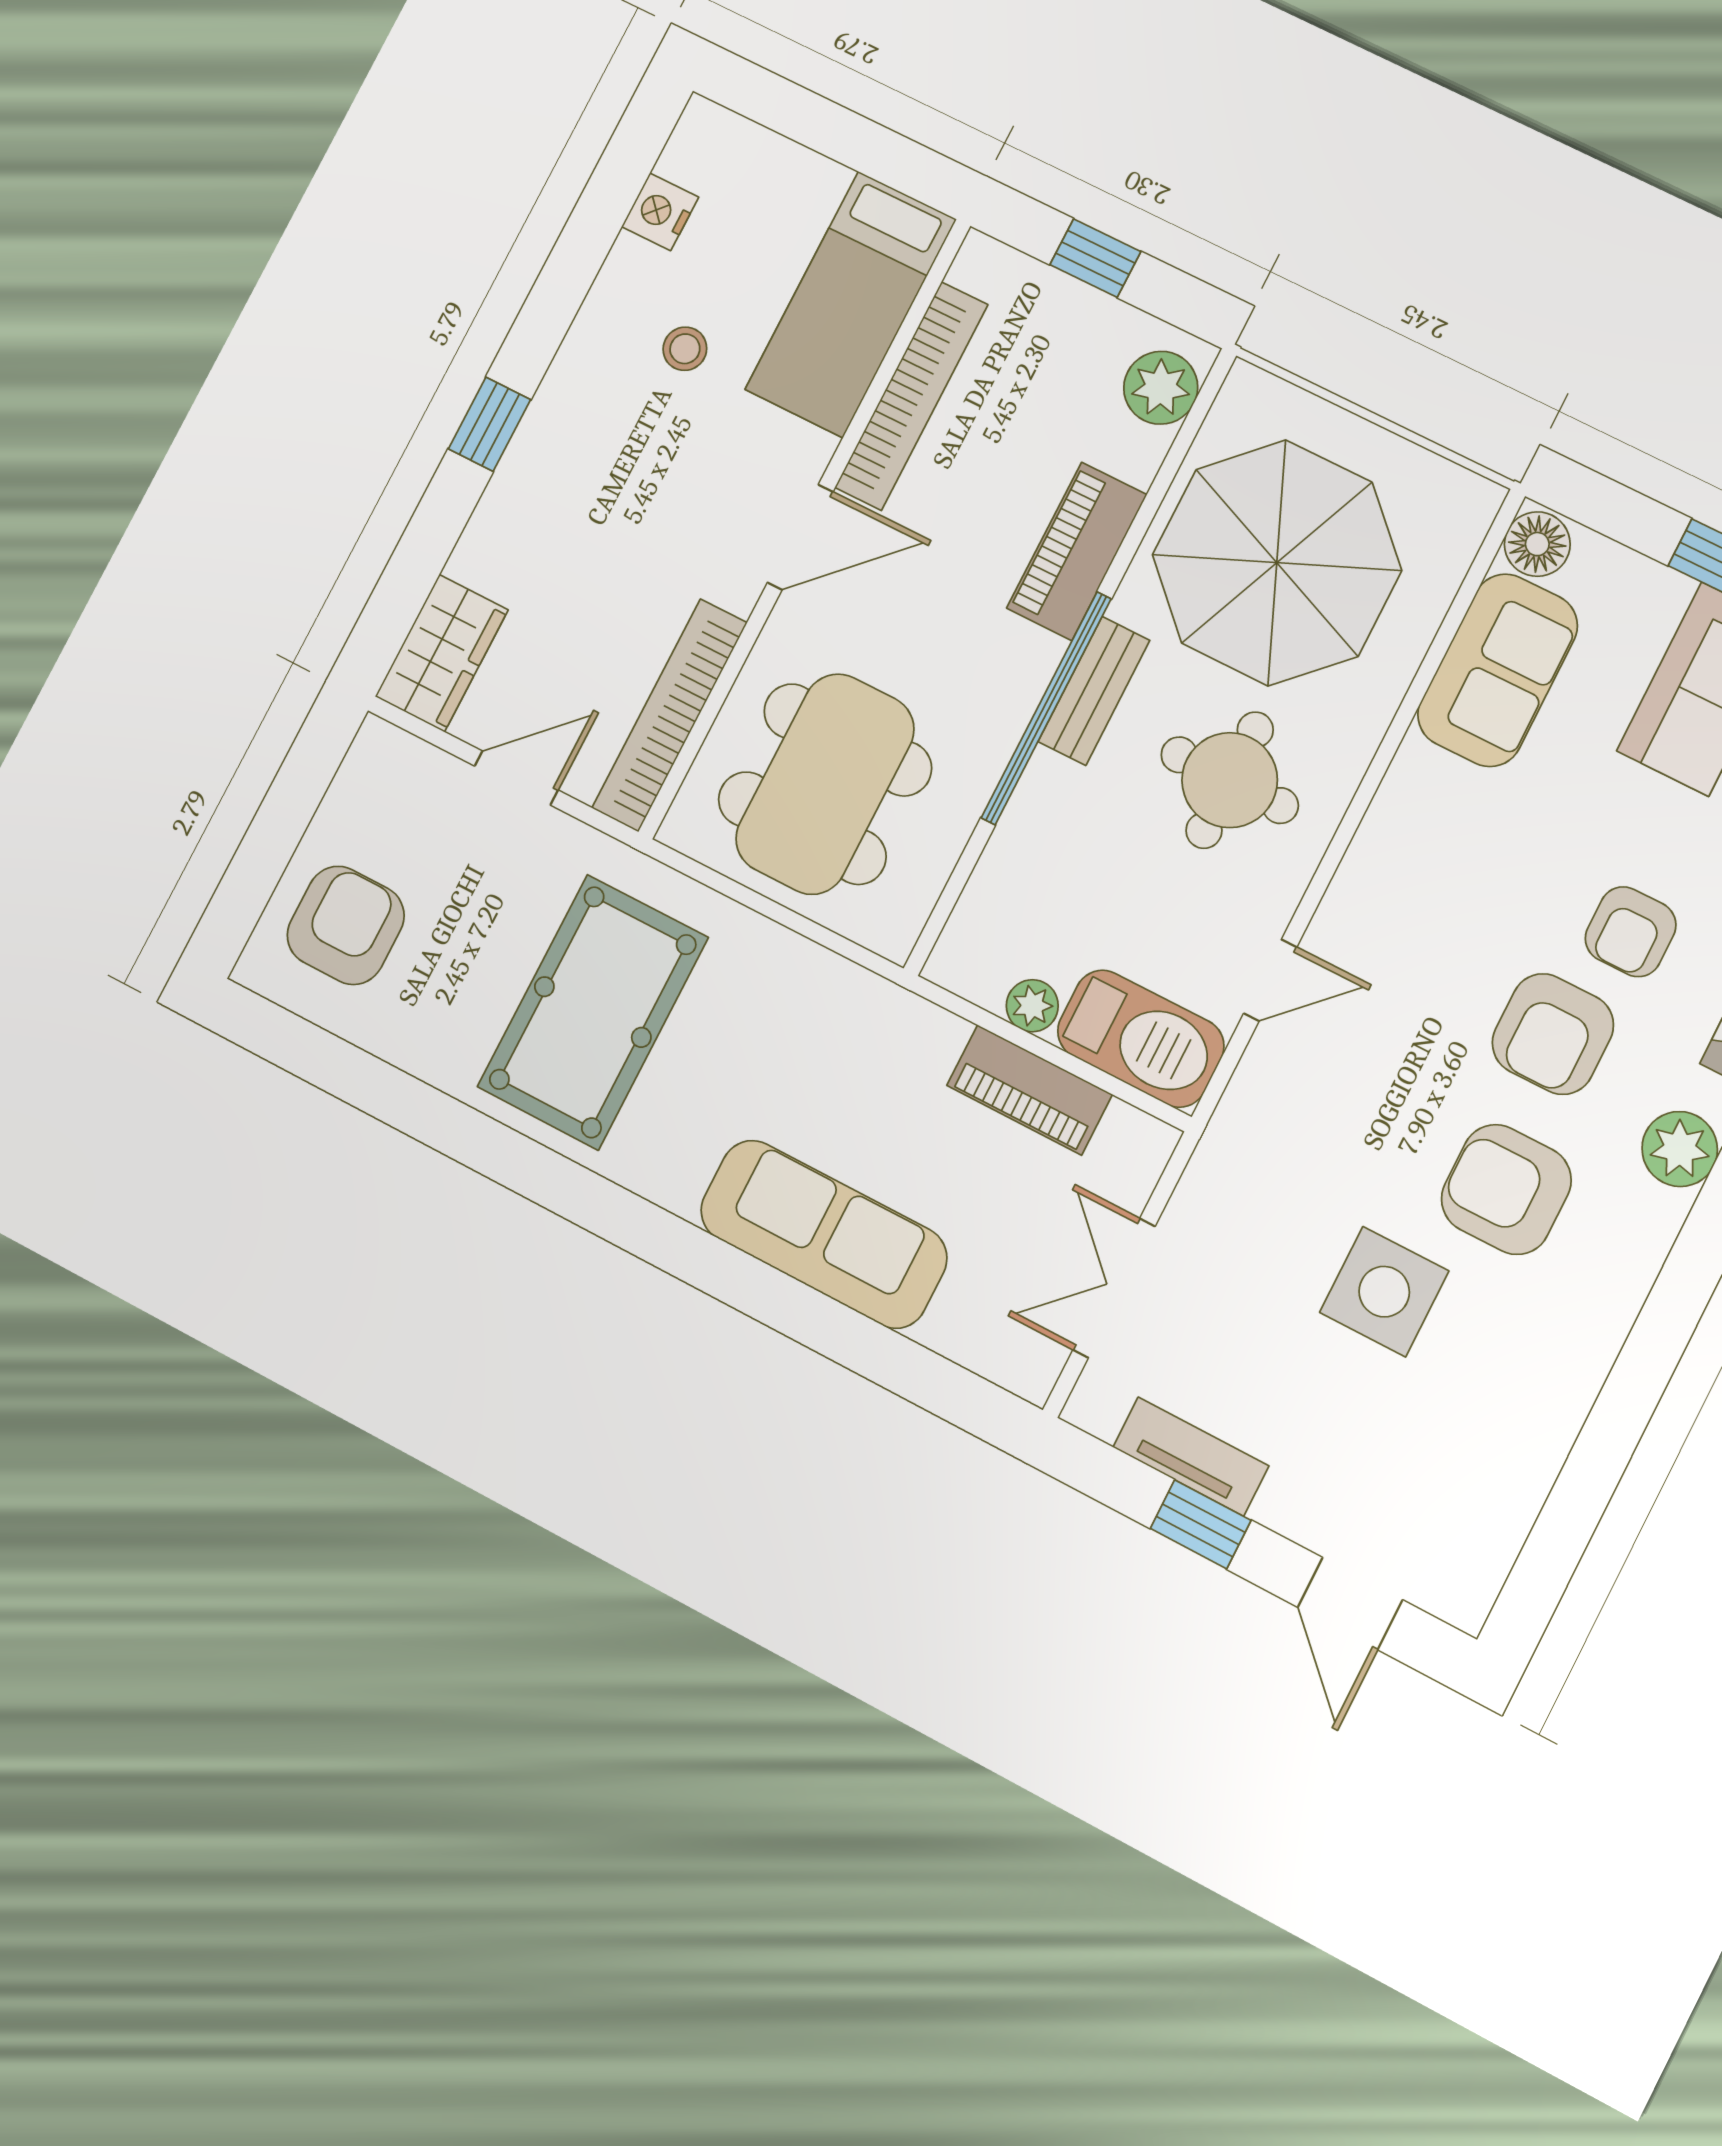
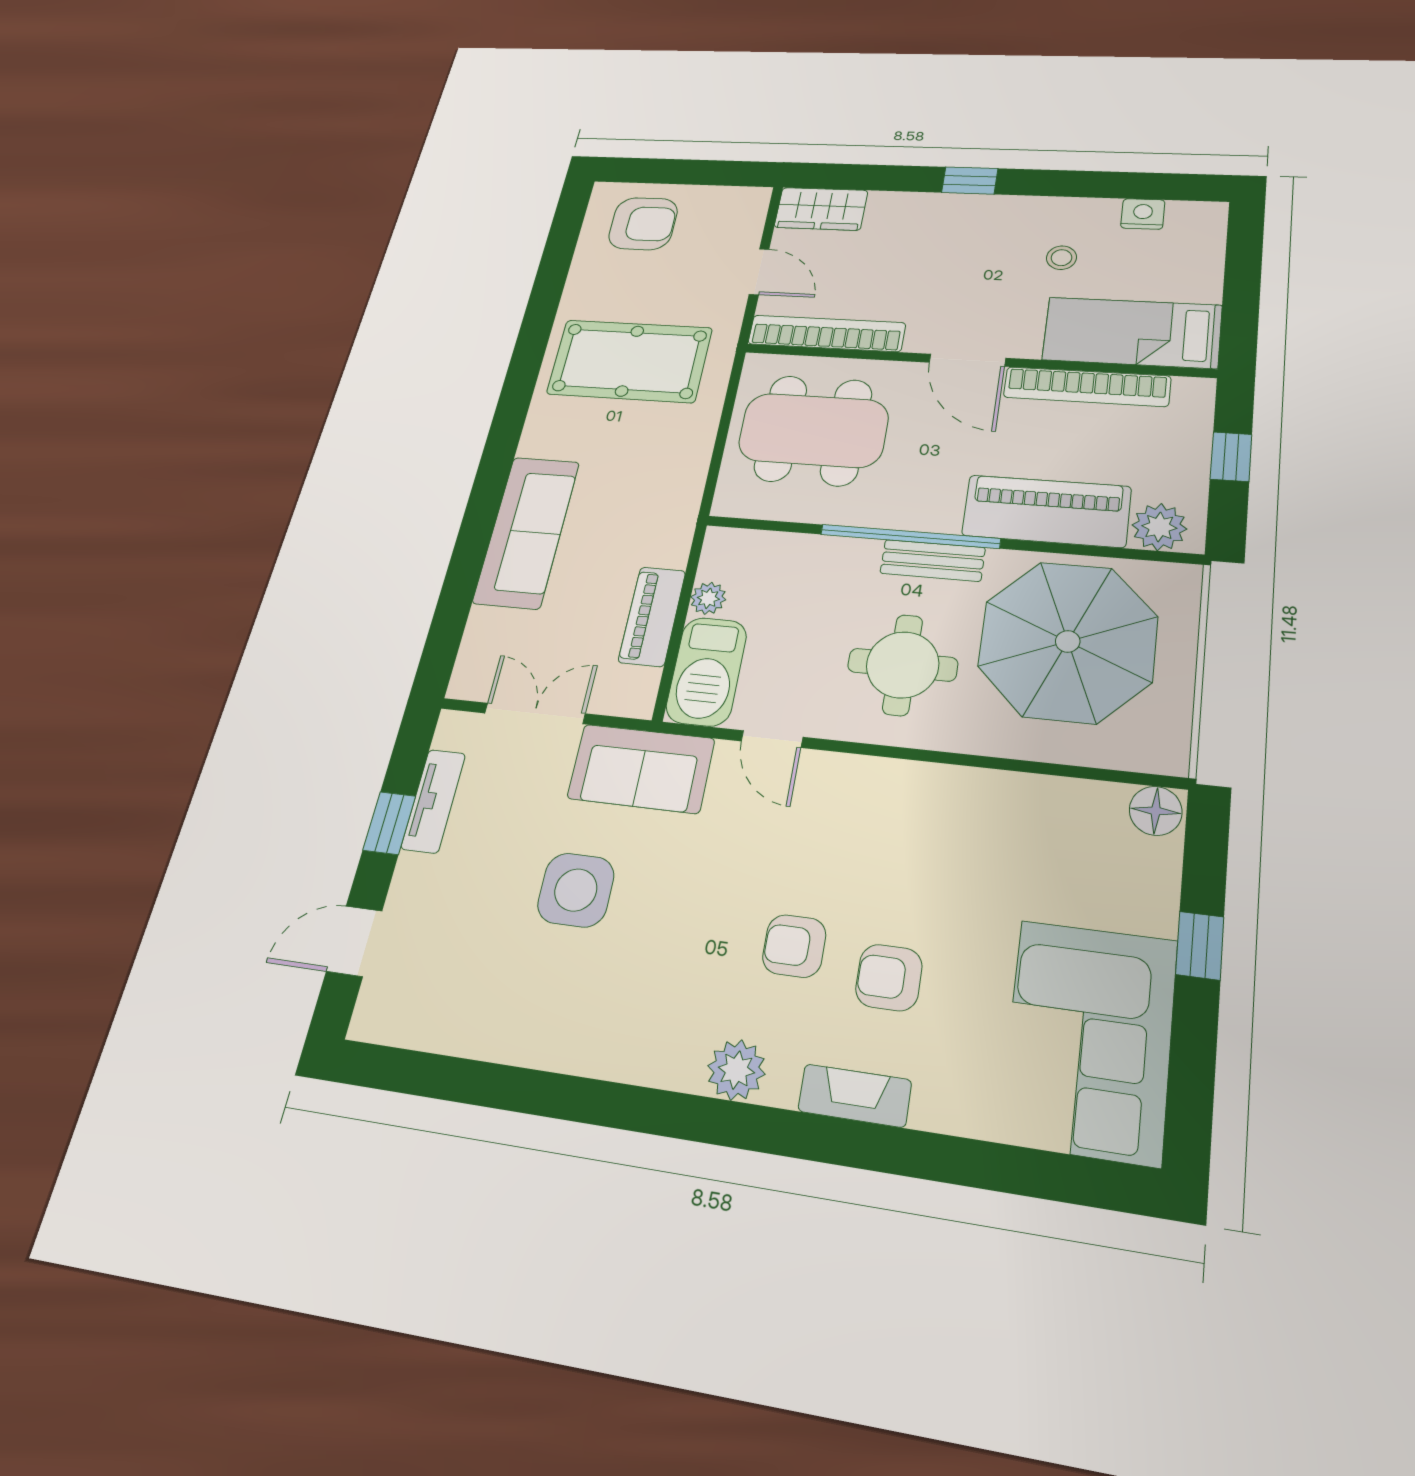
piano: (1077, 551) -> (1046, 511), width x1.37, depth x1.33
sofa: (1498, 670) -> (641, 768), moved
armchair: (1553, 1034) -> (794, 946), width x0.72, depth x0.72
armchair: (1506, 1189) -> (671, 951), removed

